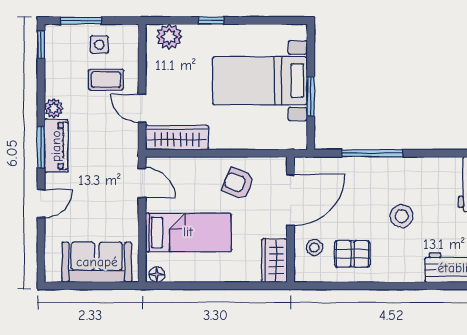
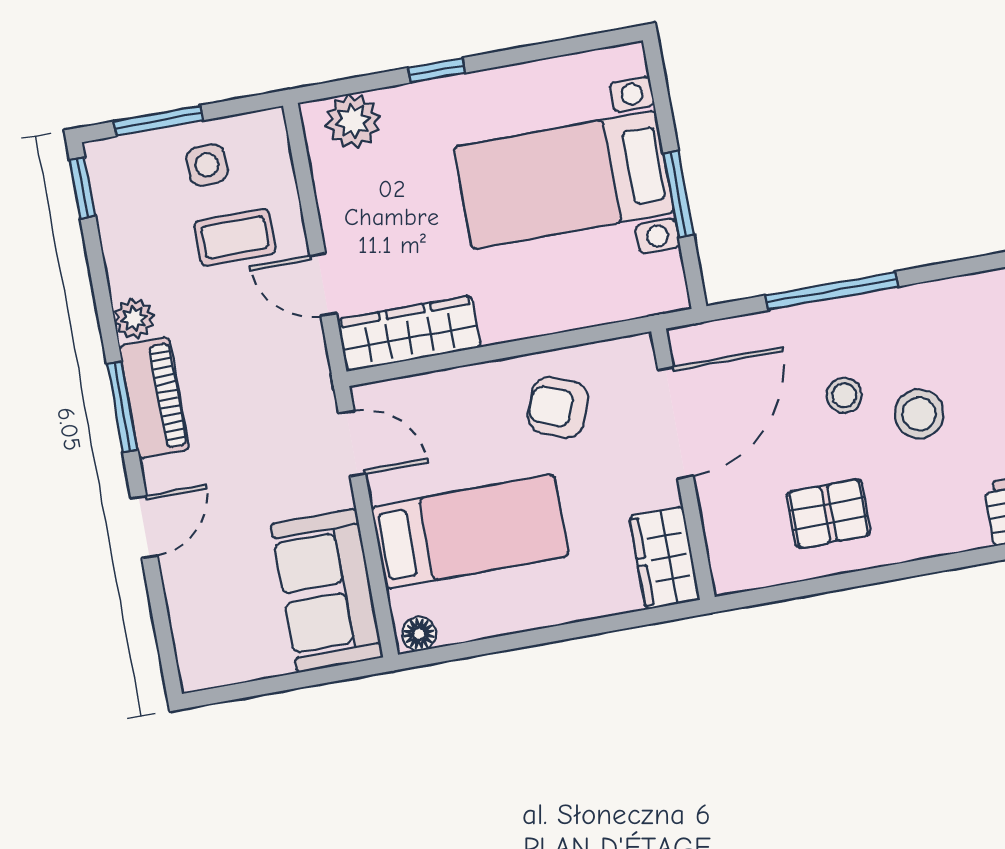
stool: (314, 247) -> (844, 395), moved
sofa: (97, 262) -> (327, 591), moved, turned -90

